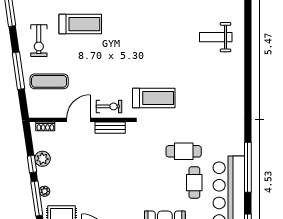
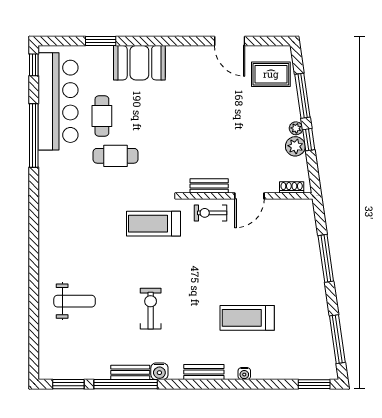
exercise bike: (39, 41) -> (151, 309), moved
exercise mat: (49, 81) -> (287, 245), removed
plant: (45, 191) -> (296, 128), moved

